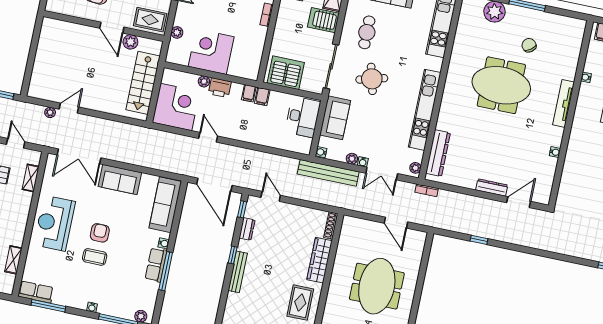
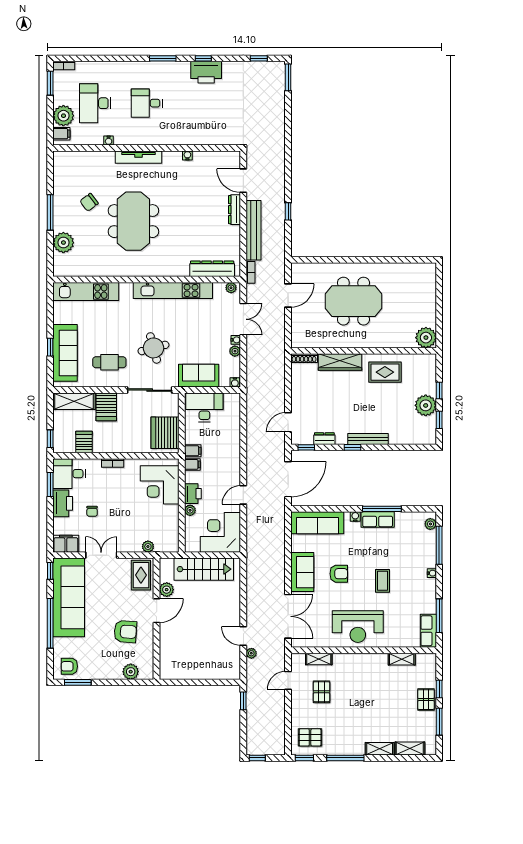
corner desk: (211, 52) -> (160, 485), moved
bench: (328, 173) -> (253, 230), moved
armchair: (100, 233) -> (339, 574), moved, turned 180

